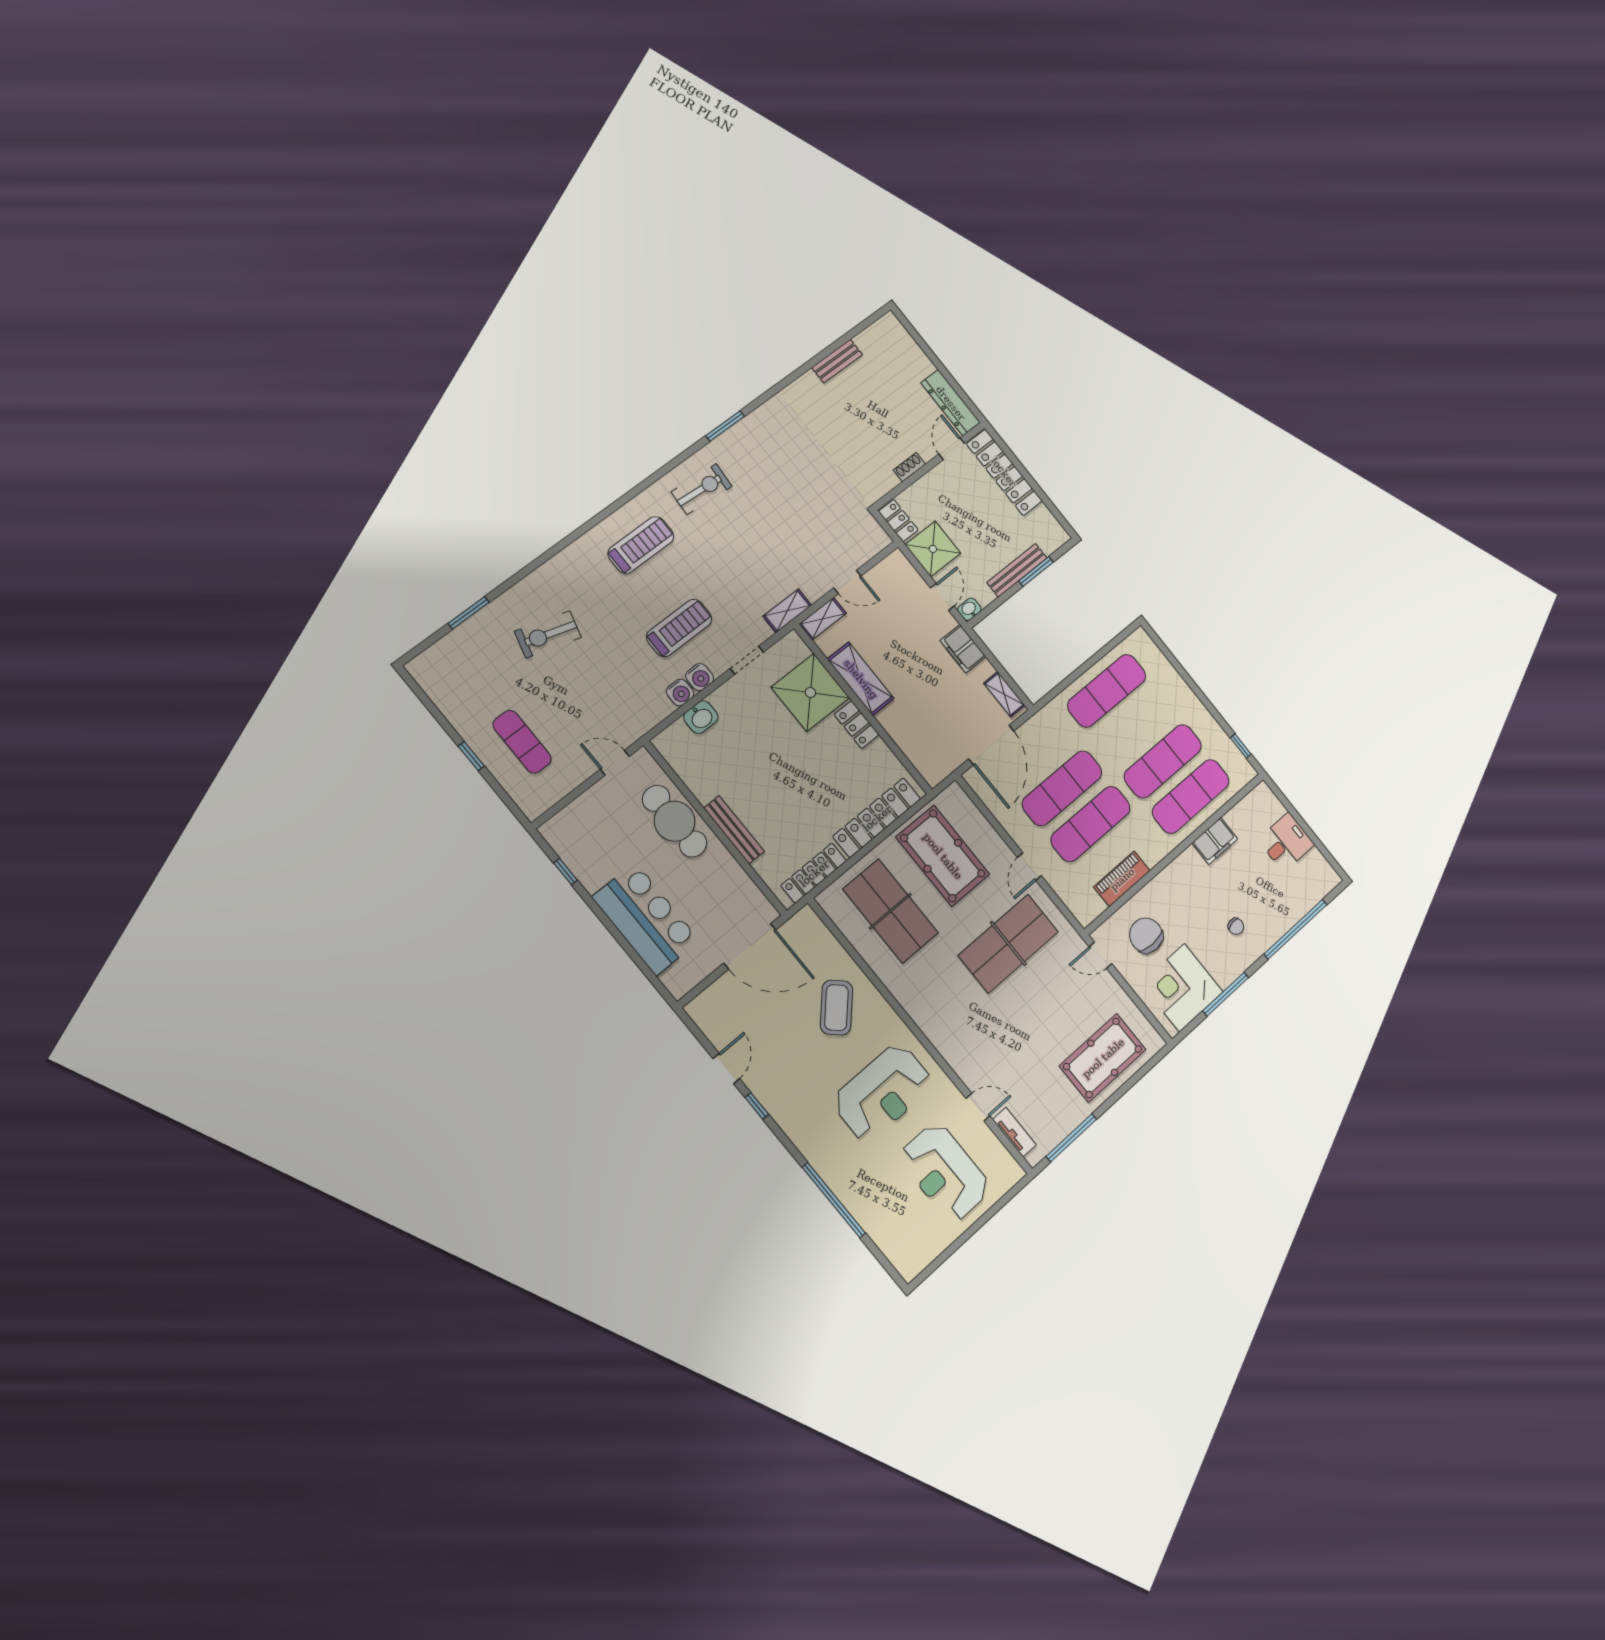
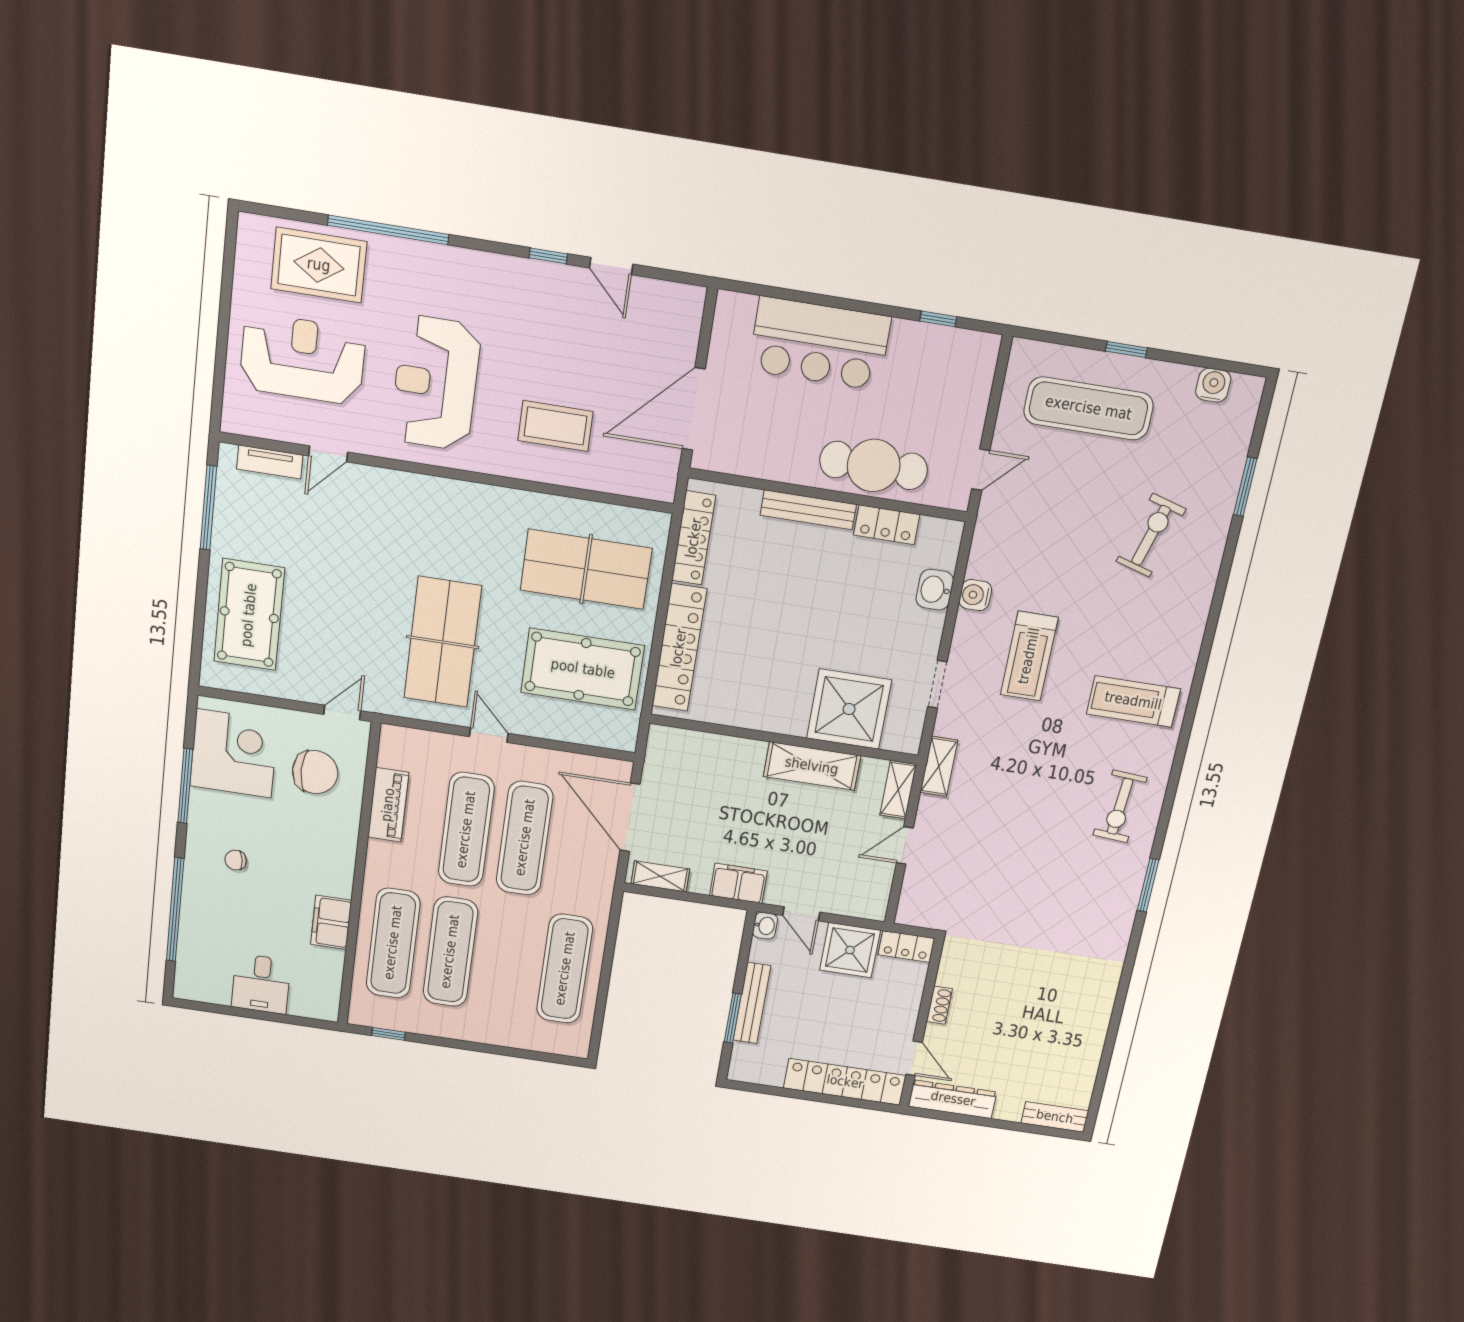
bench: (837, 361) -> (1055, 1117), moved, turned 90
treadmill: (641, 545) -> (1133, 701), turned 90
water cooler: (700, 677) -> (1213, 385), moved, turned 90
locker: (857, 725) -> (887, 525), moved, turned 180
exercise mat: (522, 742) -> (1088, 408), width x1.36, depth x1.45
coffee table: (836, 1008) -> (555, 426), turned -43
rug: (890, 1215) -> (319, 265), added

